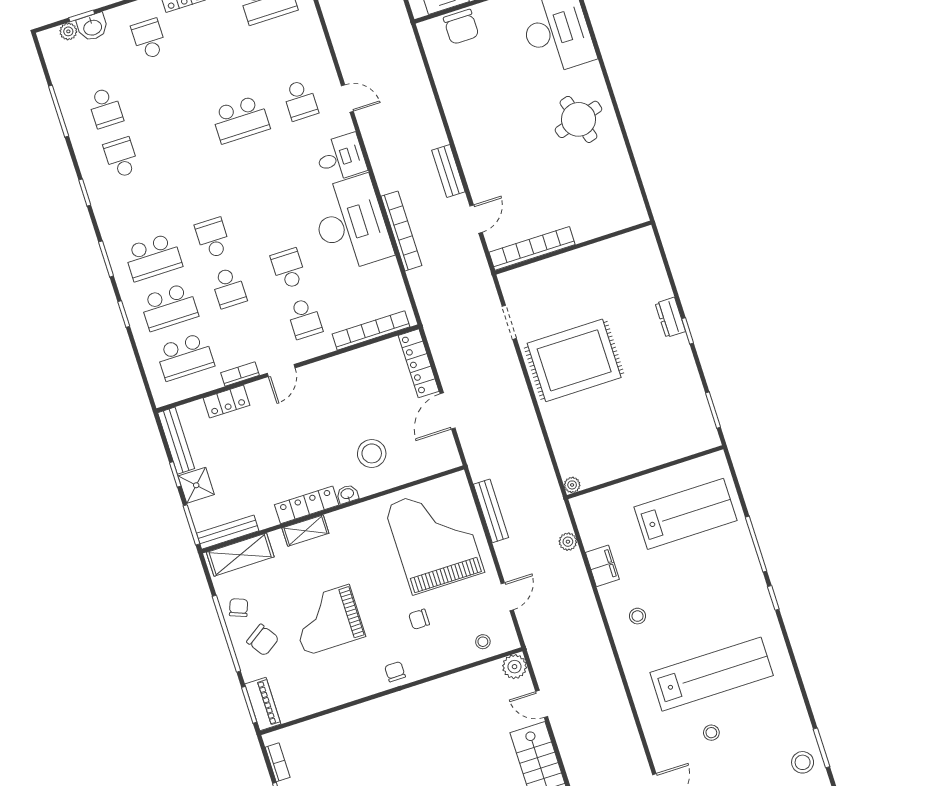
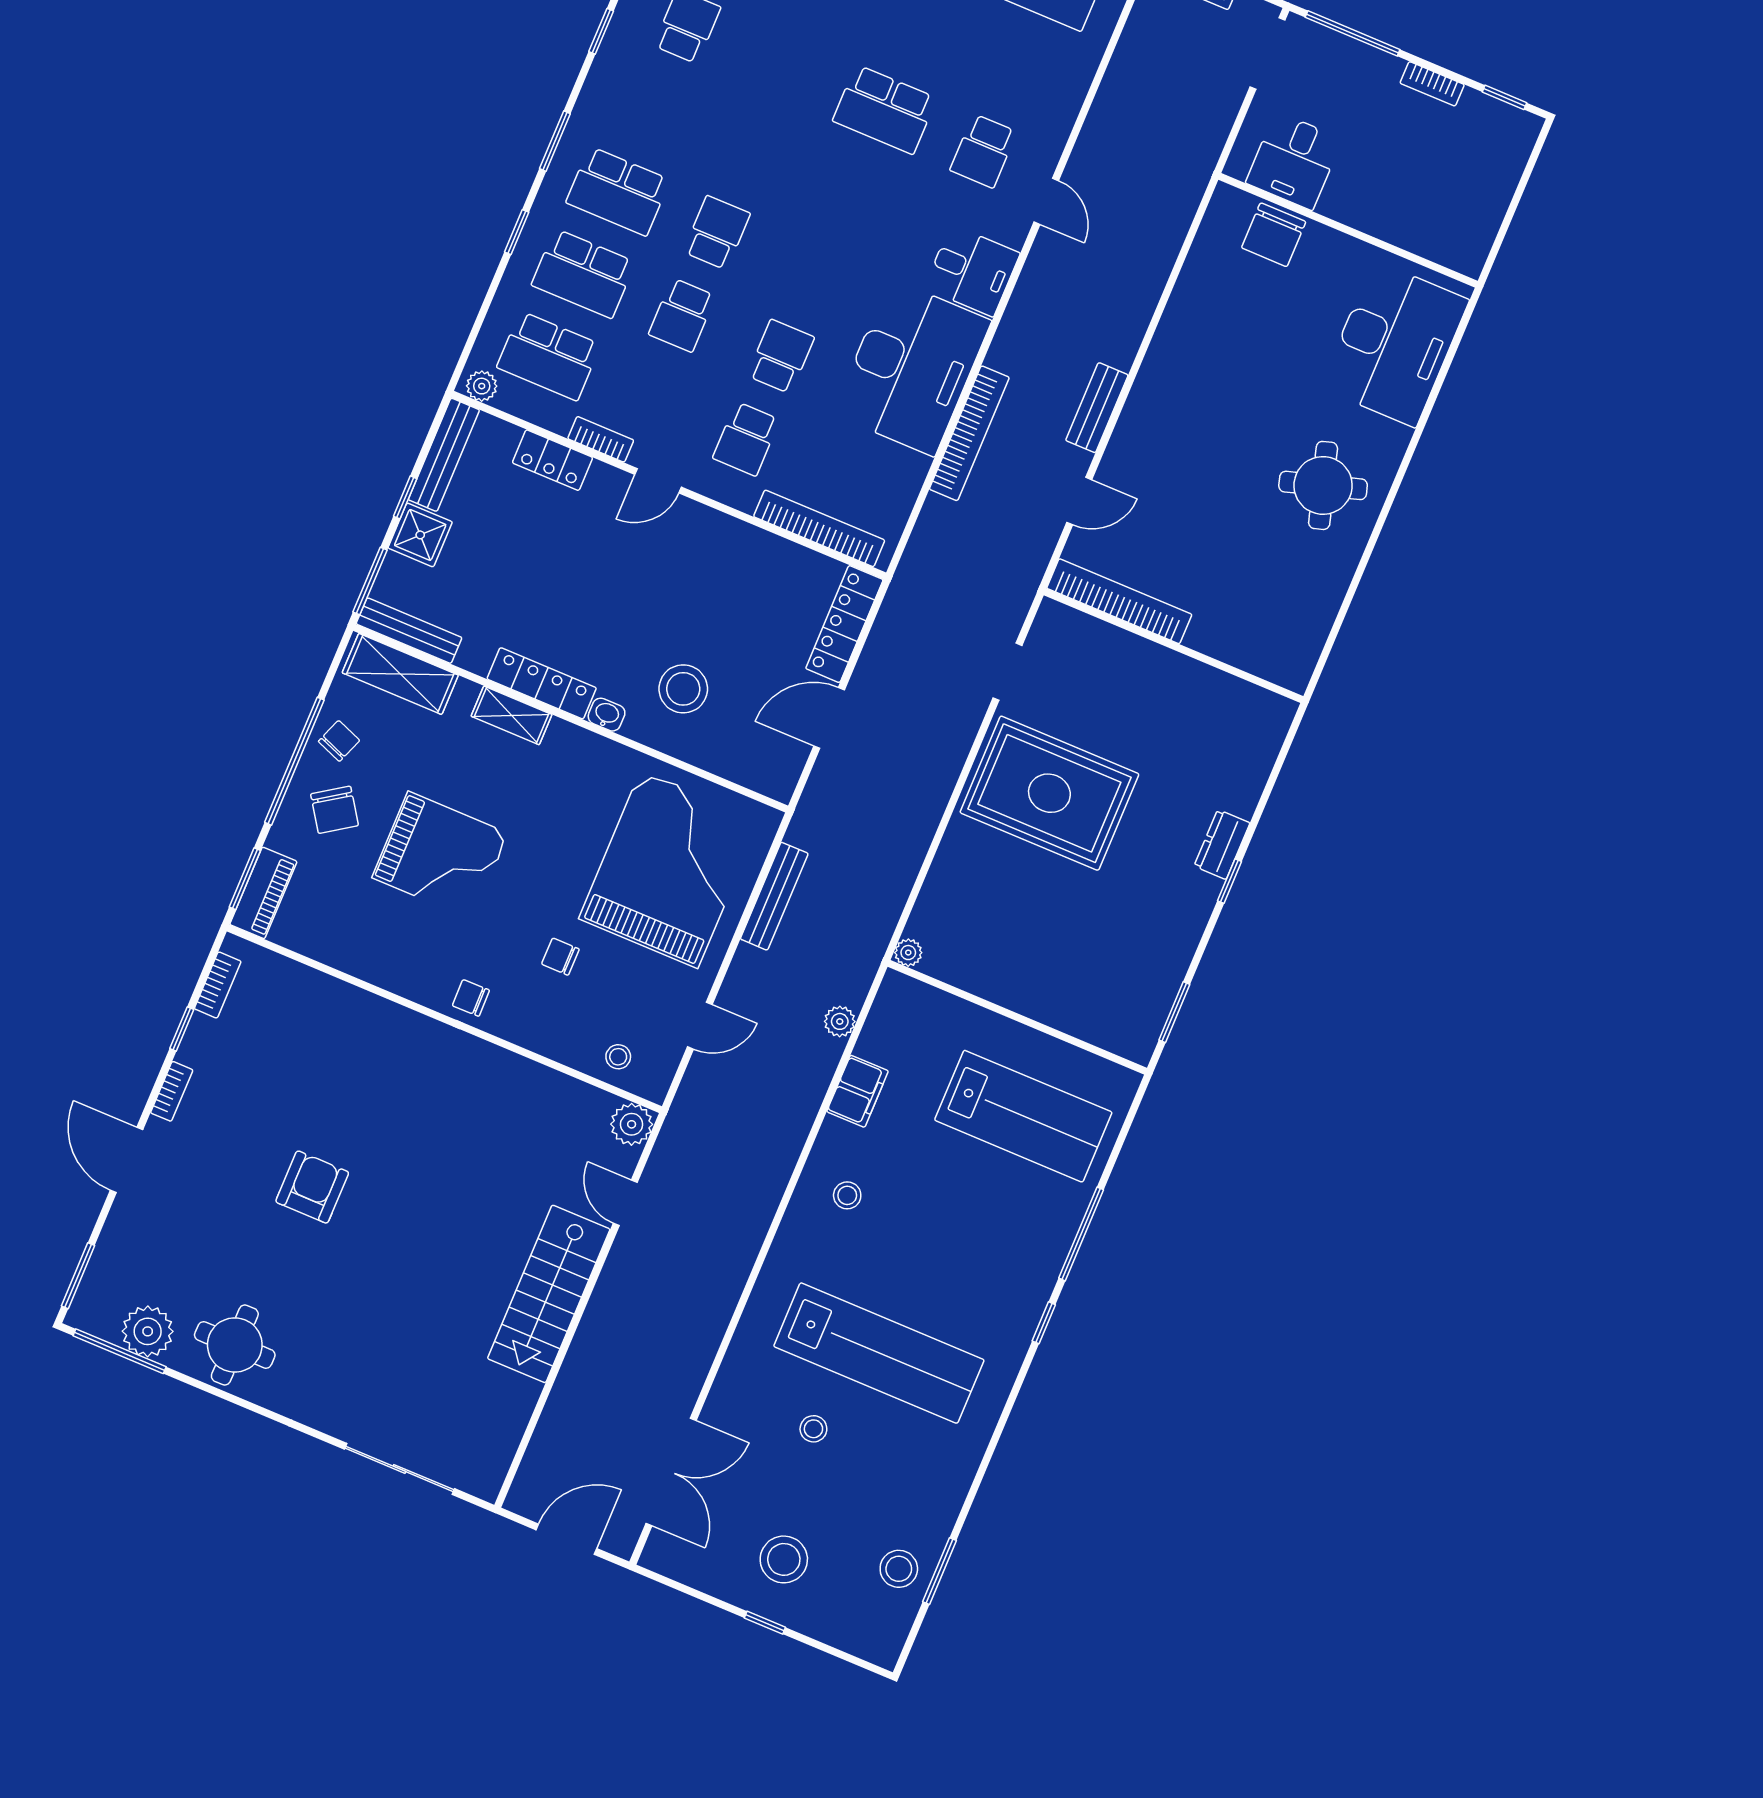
plant: (167, 396) -> (482, 386), added
grand piano: (327, 620) -> (440, 855), turned 180
chair: (395, 672) -> (471, 998), turned -91

